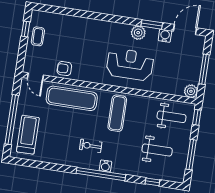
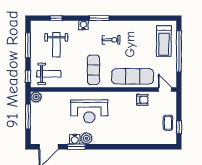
water cooler: (165, 36) -> (75, 139), moved
weight bench: (171, 117) -> (49, 74), turned 180
weight bench: (157, 150) -> (56, 45), turned -90
water cooler: (105, 166) -> (84, 25), moved
window: (101, 174) -> (99, 18), width x0.47

